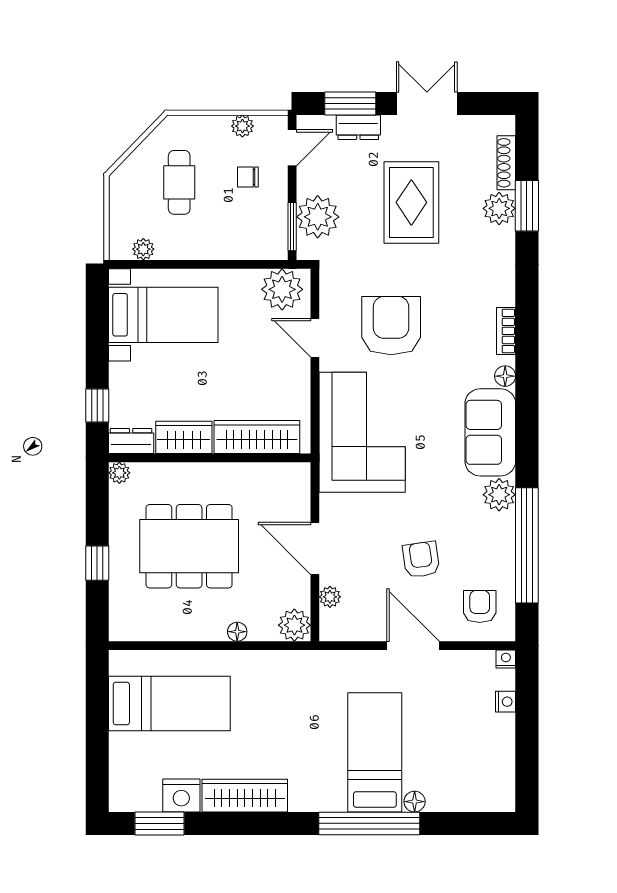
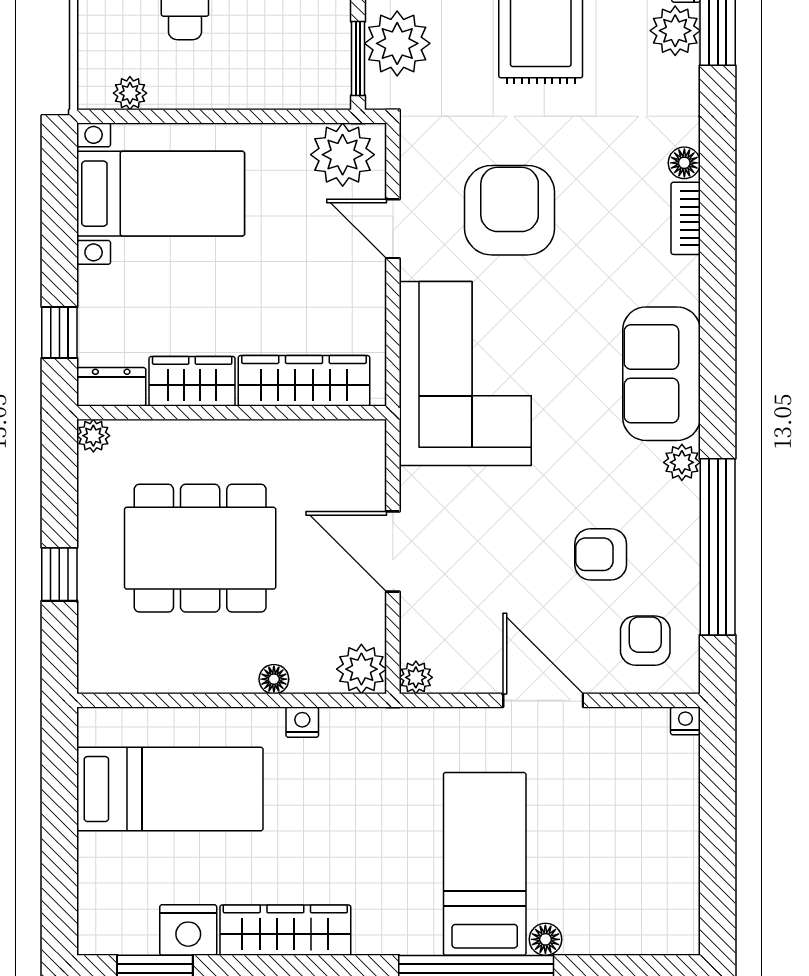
floor lamp: (505, 376) -> (684, 163), moved
plant: (499, 495) -> (682, 462), width x0.73, depth x0.73
armchair: (421, 560) -> (601, 554), moved, turned -82
plant: (330, 597) -> (416, 677), moved
nightstand: (506, 702) -> (302, 722), moved, turned -90

